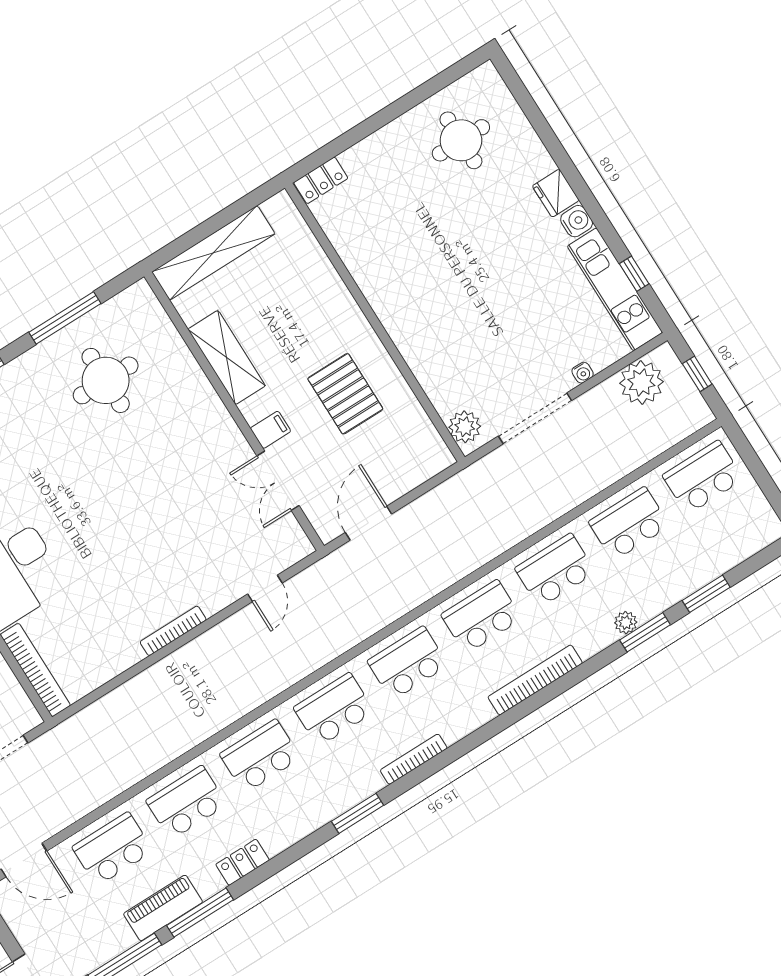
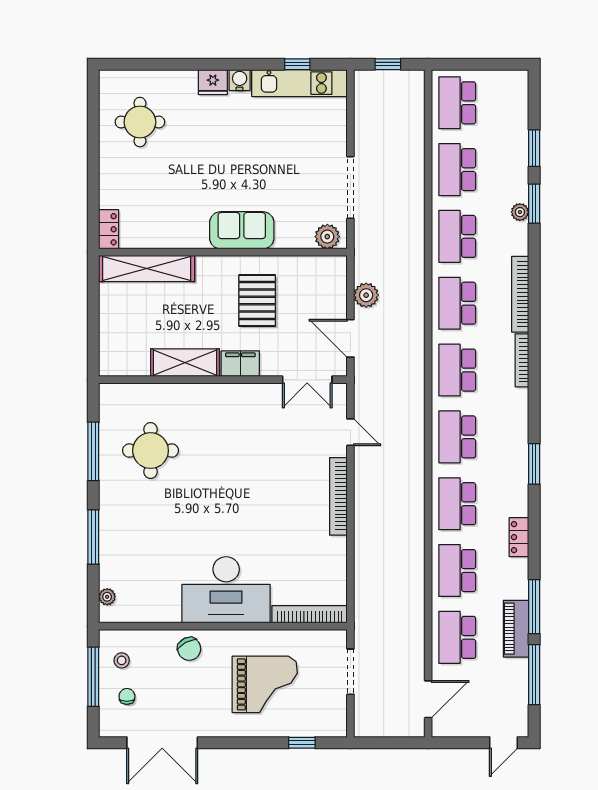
shelving: (213, 253) -> (147, 269), moved, turned 90
sofa: (412, 328) -> (242, 230), added
water cooler: (583, 373) -> (340, 138), removed
plant: (641, 382) -> (366, 295), moved, width x0.73, depth x0.73
pallet: (345, 394) -> (257, 300), turned 90
filing cabinet: (271, 430) -> (240, 364), width x2.00
double door: (278, 481) -> (307, 380), moved
bookcase: (173, 631) -> (338, 496), width x1.48, depth x1.31
bookcase: (414, 759) -> (522, 360), moved
locker: (243, 862) -> (519, 537), moved

